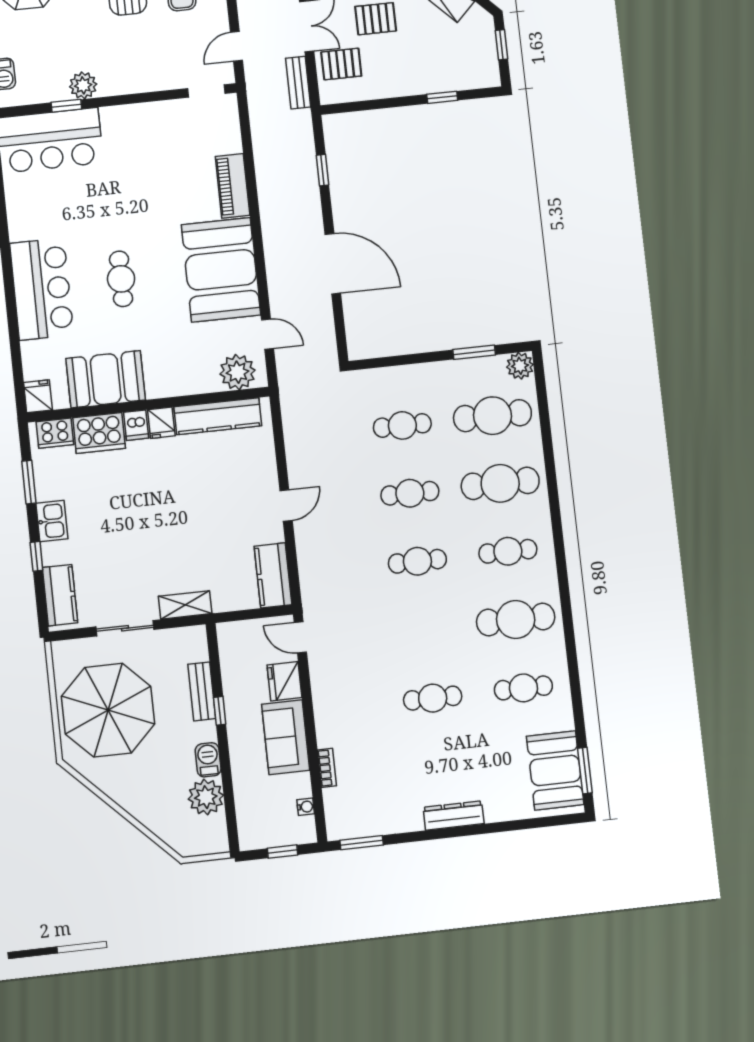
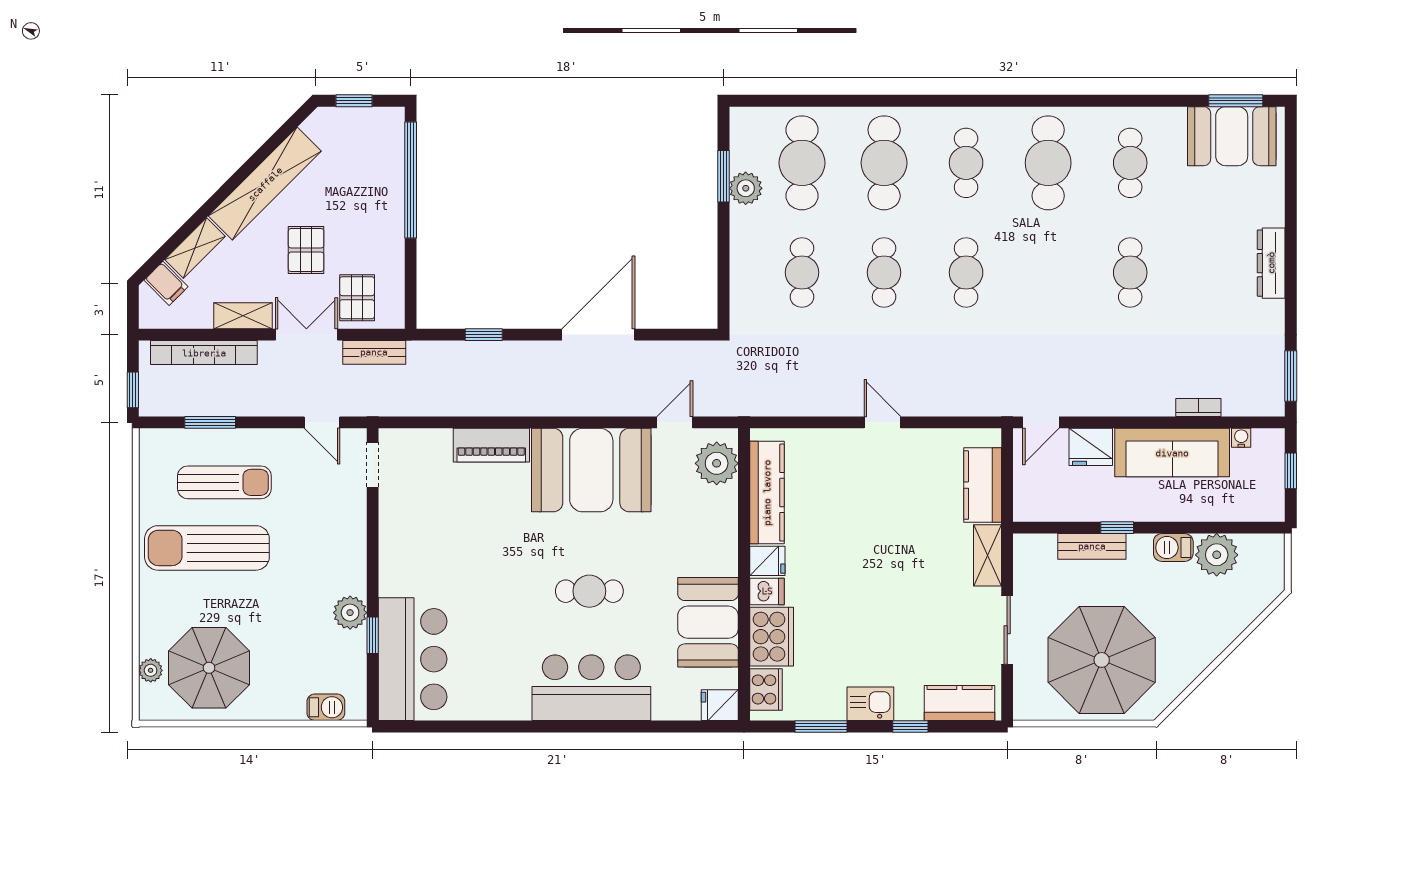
window: (442, 97) -> (411, 180), width x3.17
plant: (520, 366) -> (746, 188), moved
kitchen counter: (273, 575) -> (983, 485), moved, turned 90
sofa: (286, 737) -> (1172, 453), width x1.36

